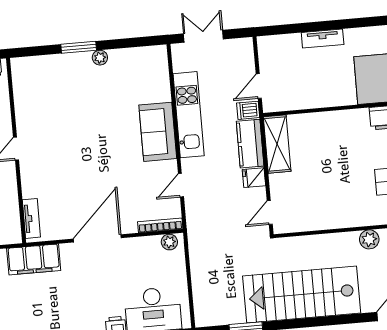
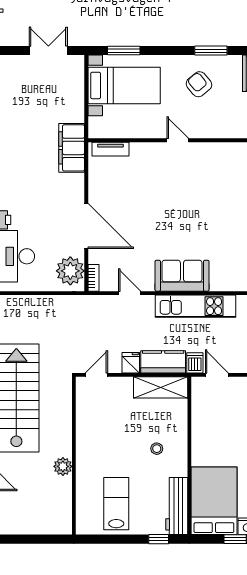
stool: (342, 142) -> (157, 449), added
door: (270, 213) -> (96, 375), hinge flipped
bookcase: (160, 225) -> (93, 278), width x0.64
door: (97, 238) -> (86, 226), moved
plant: (169, 242) -> (70, 271), width x1.88, depth x1.88

